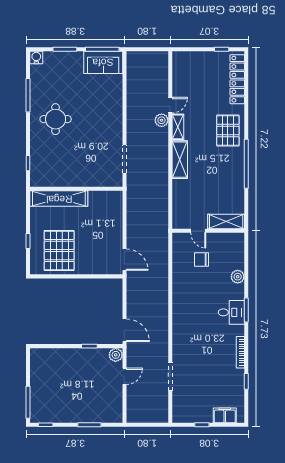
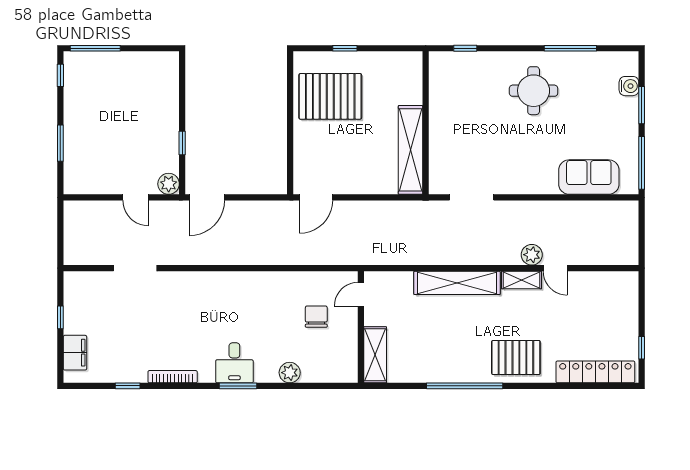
water cooler: (36, 57) -> (629, 86), moved
sofa: (103, 62) -> (589, 177), moved, turned 90
shelving: (180, 160) -> (457, 283), width x1.47
shelving: (59, 199) -> (411, 150), moved
door: (198, 231) -> (361, 294), moved

